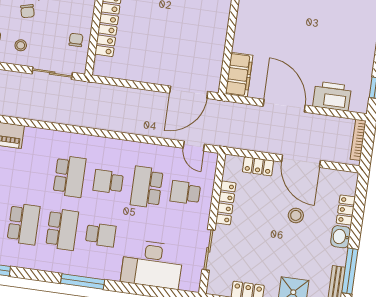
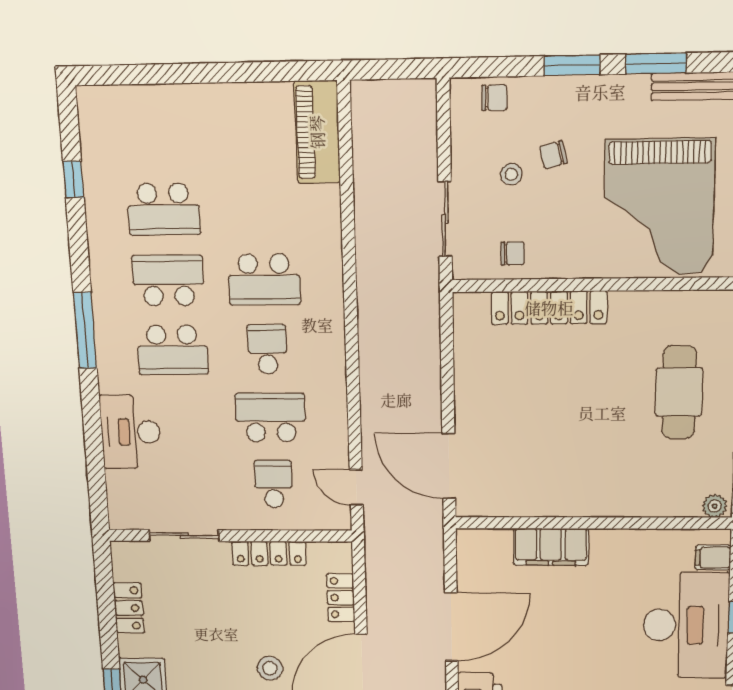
stool: (21, 45) -> (511, 174), moved
filing cabinet: (239, 75) -> (551, 547), moved
door: (194, 146) -> (356, 487), hinge flipped
school desk: (62, 229) -> (168, 280), turned 180
school desk: (101, 235) -> (172, 350), width x1.85
desk: (152, 264) -> (131, 432), width x0.73, depth x0.77

